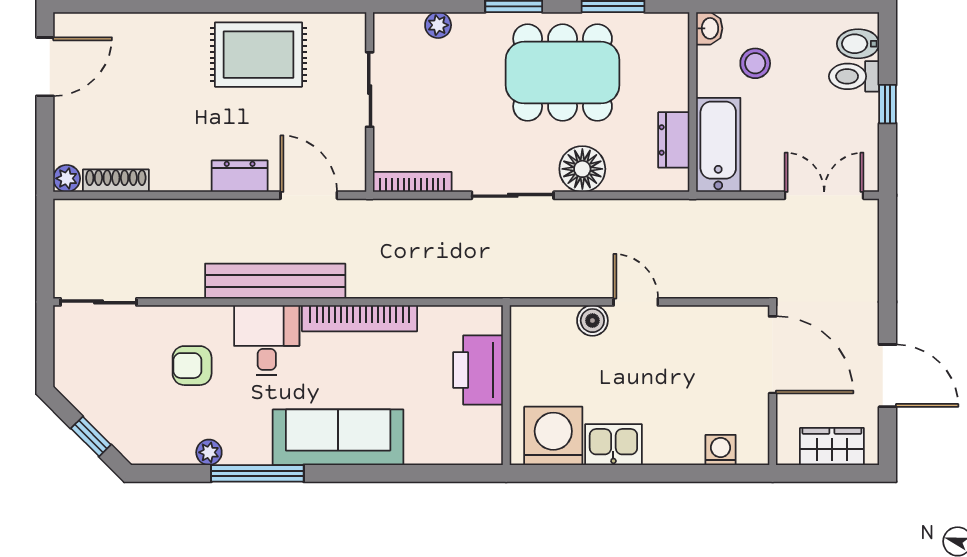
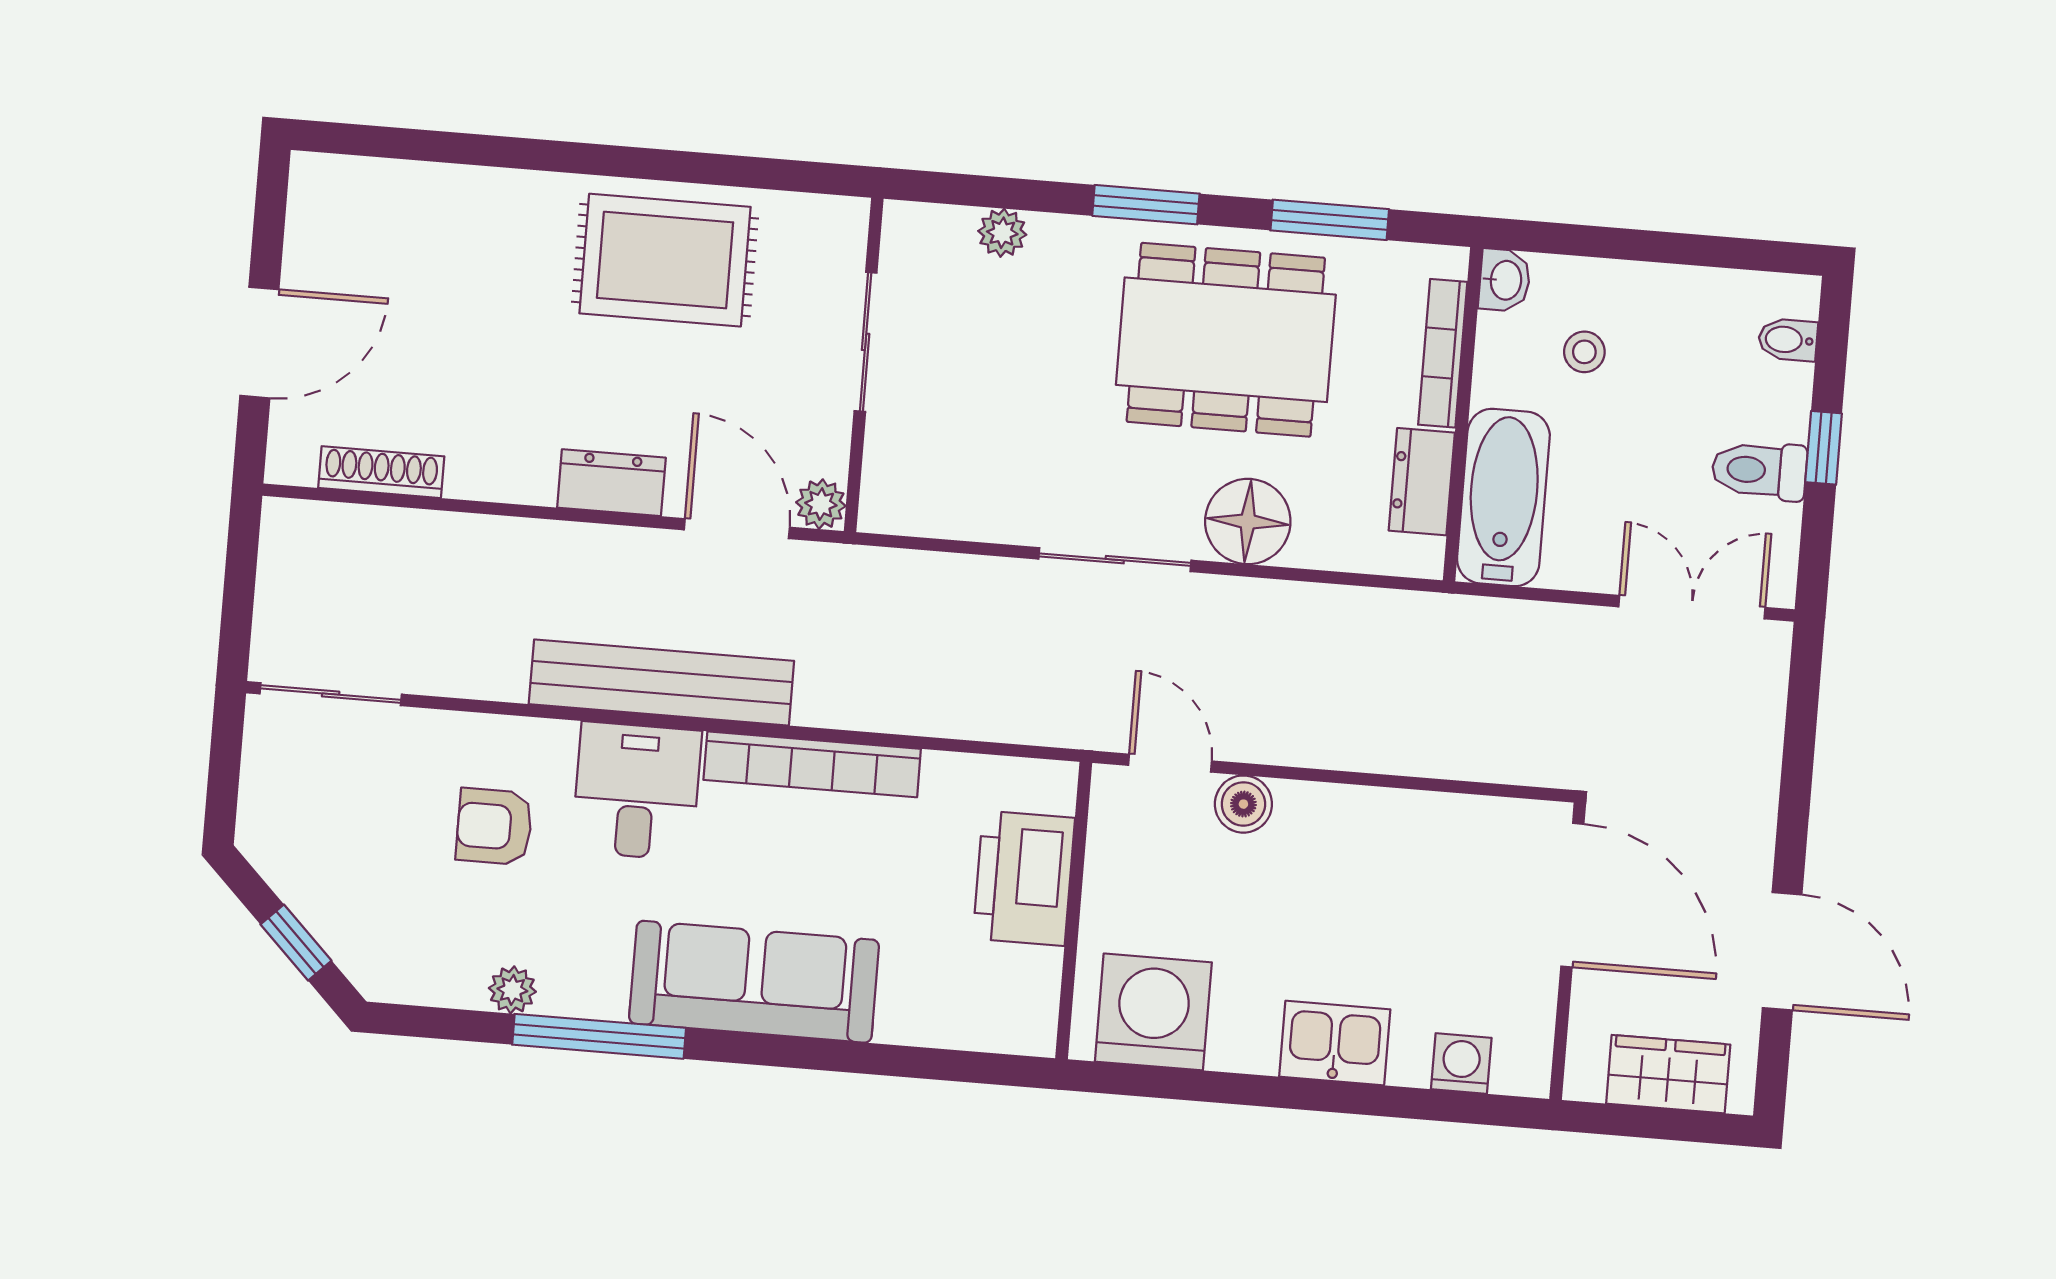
bidet: (858, 44) -> (1788, 340), width x0.72, depth x0.74
stool: (755, 63) -> (1584, 352), width x0.73, depth x0.73
door: (45, 67) -> (259, 343), moved
toilet: (854, 76) -> (1759, 470), moved
plant: (67, 178) -> (821, 504), moved
bookcase: (412, 182) -> (1443, 353), moved, turned -90
door: (636, 302) -> (1170, 763), moved
kitchen sink: (613, 445) -> (1335, 1043), moved

